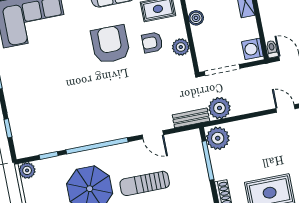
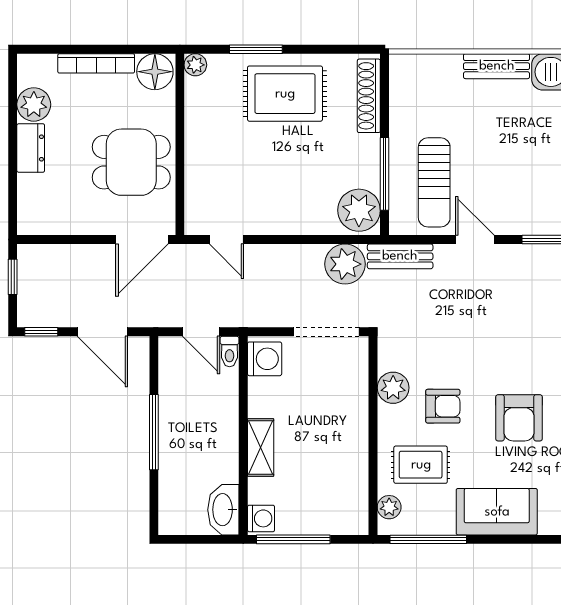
boiler: (196, 18) -> (355, 435), removed
armchair: (110, 44) -> (519, 418), width x0.73, depth x0.73
sun lounger: (145, 183) -> (434, 182), moved, turned 90

